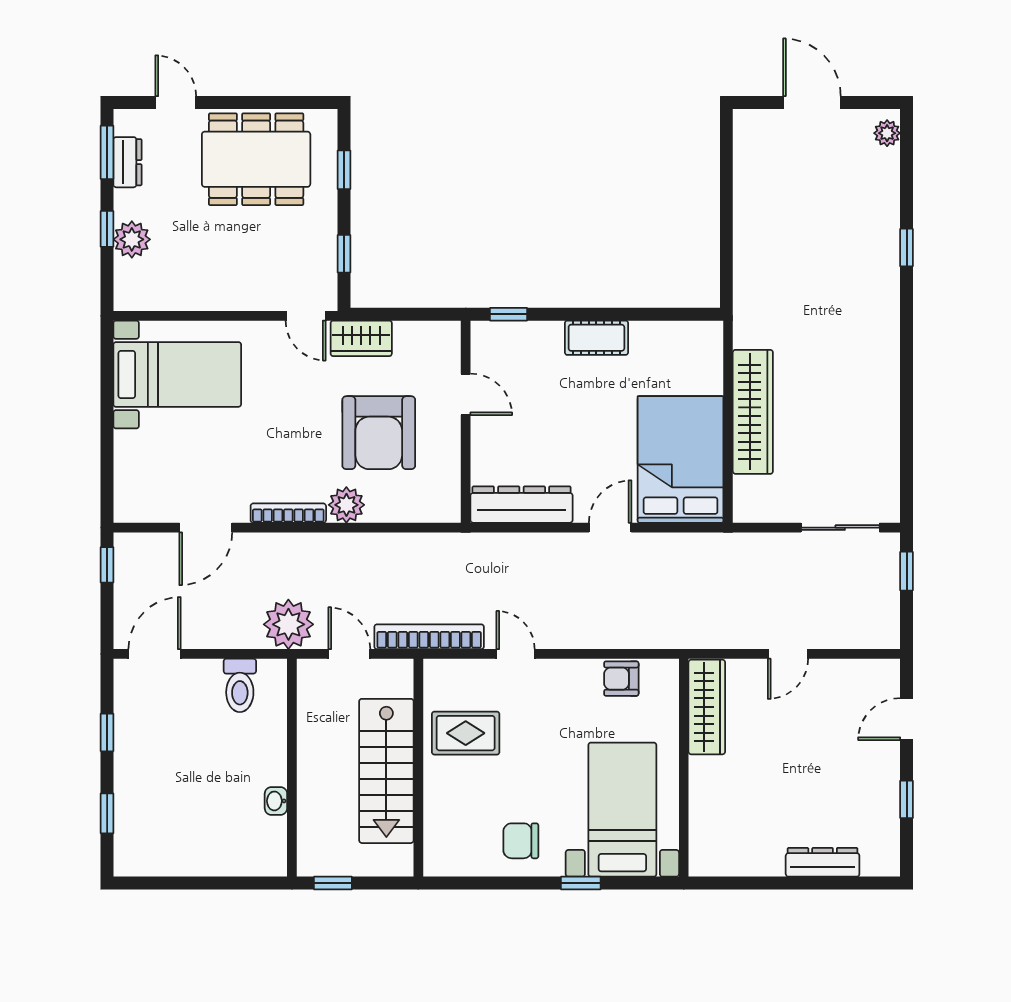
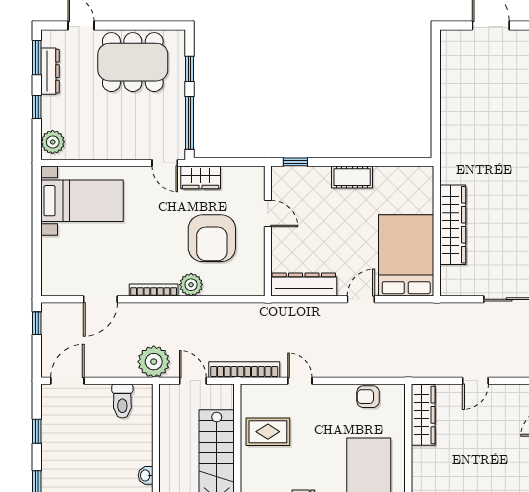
dresser: (127, 162) -> (50, 71), width x1.44
plant: (132, 239) -> (53, 142), moved
window: (344, 254) -> (189, 123), width x2.17

